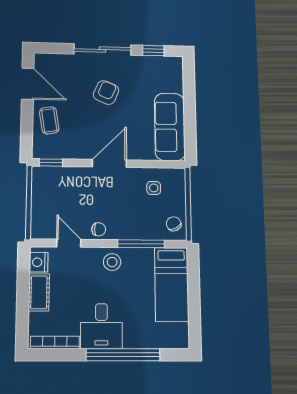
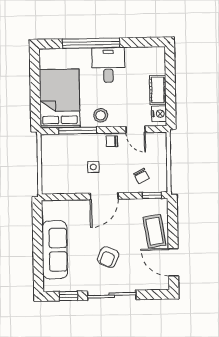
coffee table: (49, 120) -> (154, 231), width x1.36, depth x1.30
sofa: (170, 127) -> (55, 250), moved
side table: (154, 188) -> (93, 167), moved
chair: (174, 224) -> (141, 176), moved
bed: (172, 284) -> (60, 99), width x1.50
bookcase: (55, 342) -> (144, 52), removed

